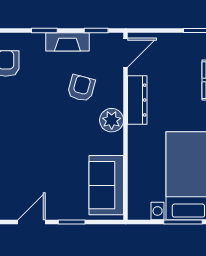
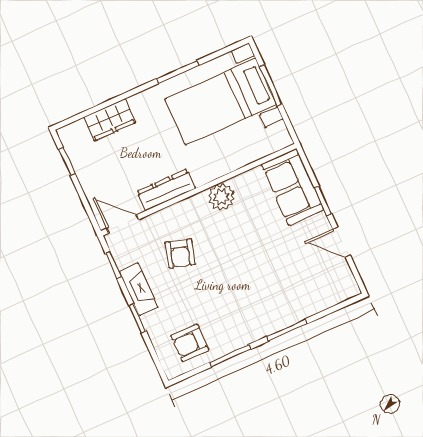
armchair: (81, 88) -> (180, 253), turned -89
plant: (112, 120) -> (221, 197), moved
sofa: (106, 185) -> (293, 187), moved, turned 90

